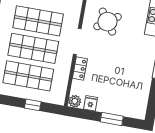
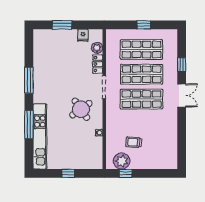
plant: (75, 101) -> (97, 48), moved
window: (33, 105) -> (144, 25), moved

